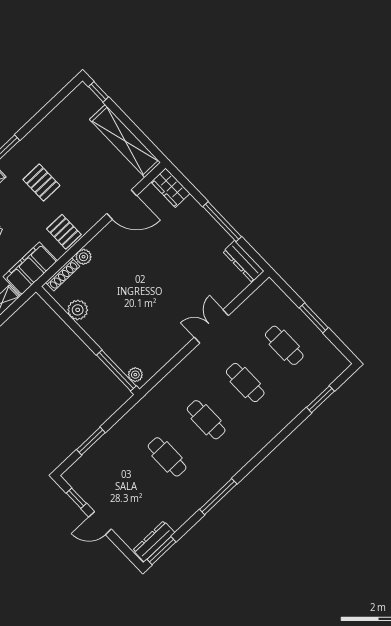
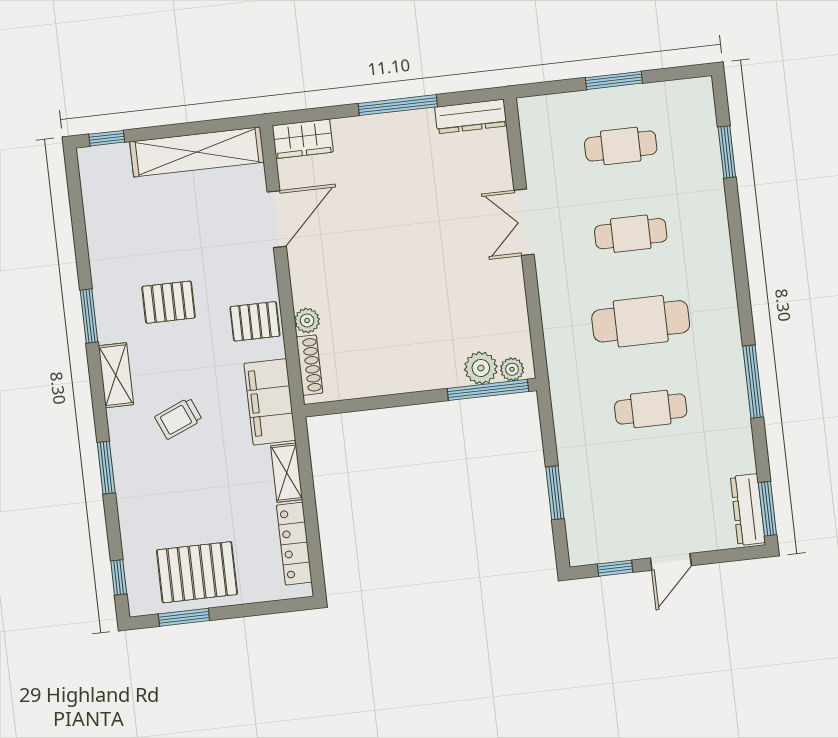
plant: (78, 310) -> (481, 368), moved
cafe table: (206, 420) -> (641, 321), width x1.37, depth x1.35

